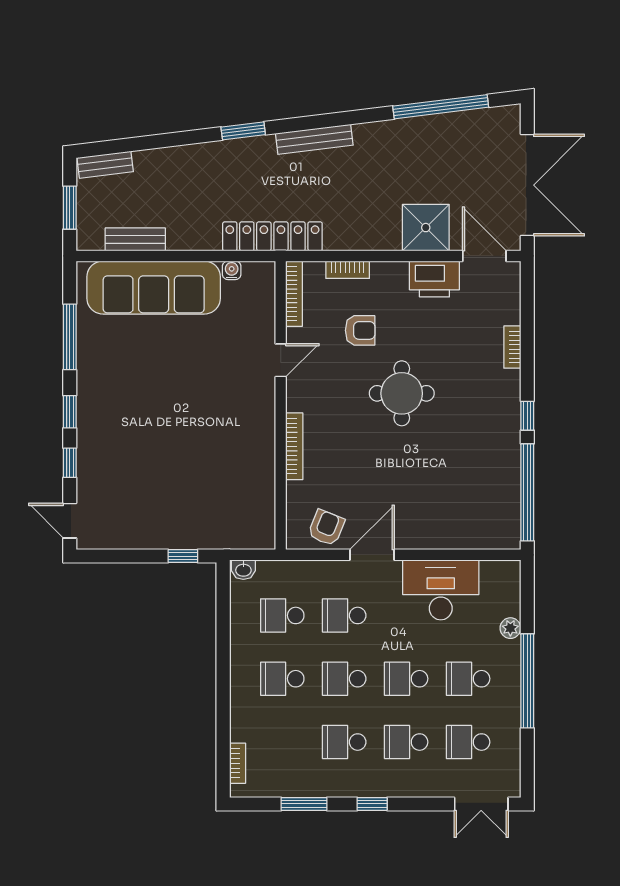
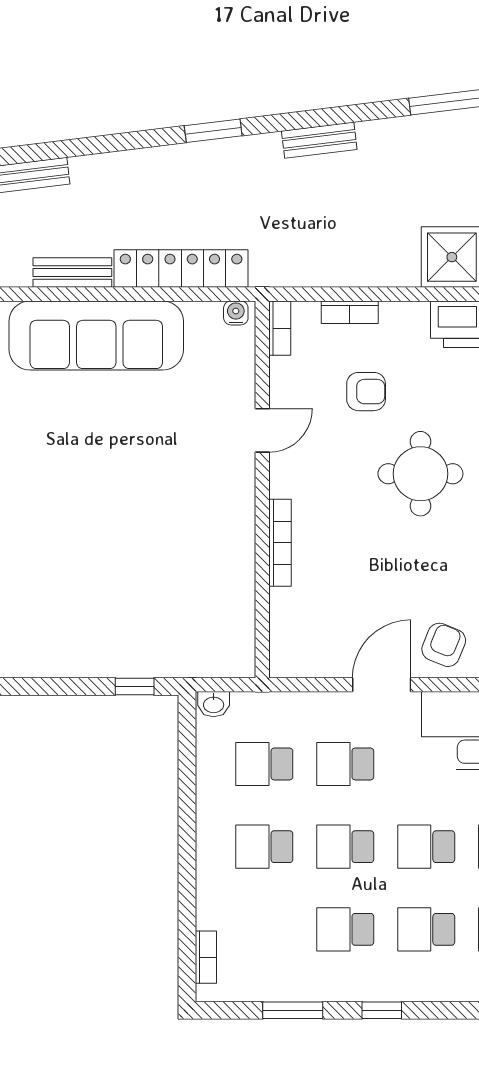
bench: (314, 139) -> (319, 140), width x0.73
locker: (272, 236) -> (181, 269), moved
water cooler: (232, 270) -> (236, 313), moved
bookcase: (294, 294) -> (280, 328), width x0.64
armchair: (326, 528) -> (444, 645), moved

